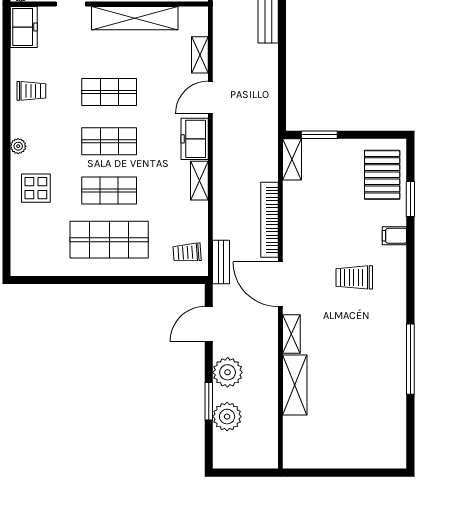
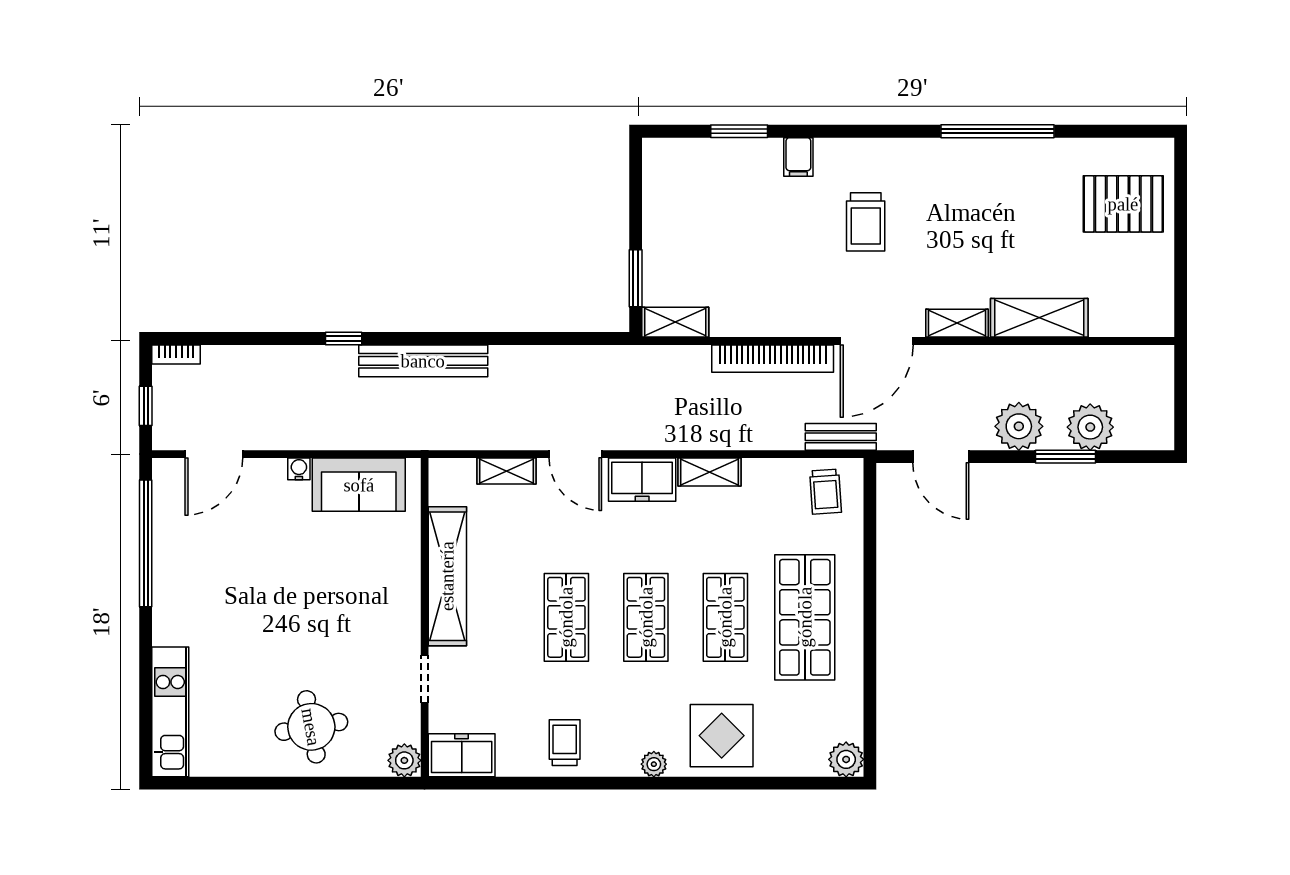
pallet: (382, 175) -> (1123, 204), moved
display table: (36, 188) -> (722, 736), width x1.36, depth x1.36
plant: (21, 265) -> (846, 759), added

